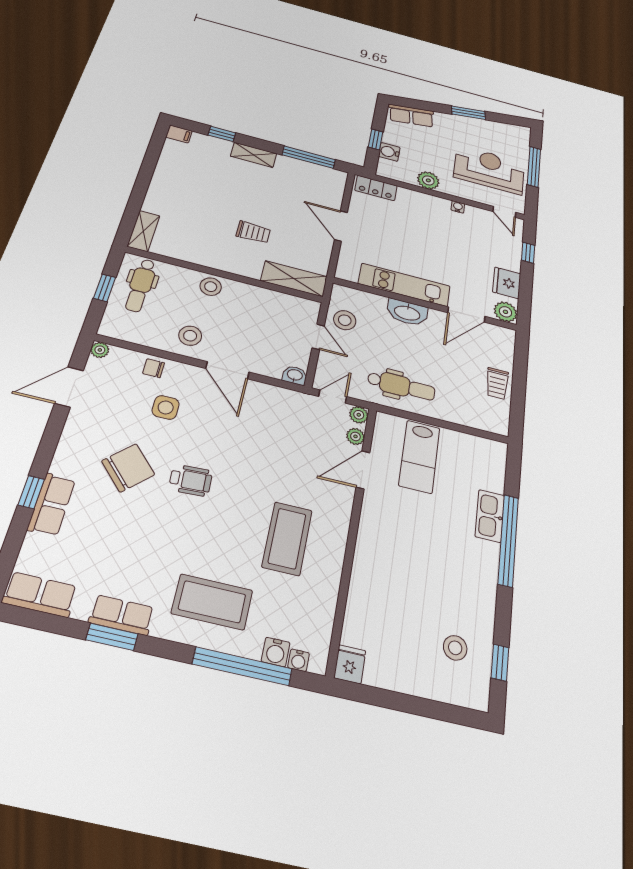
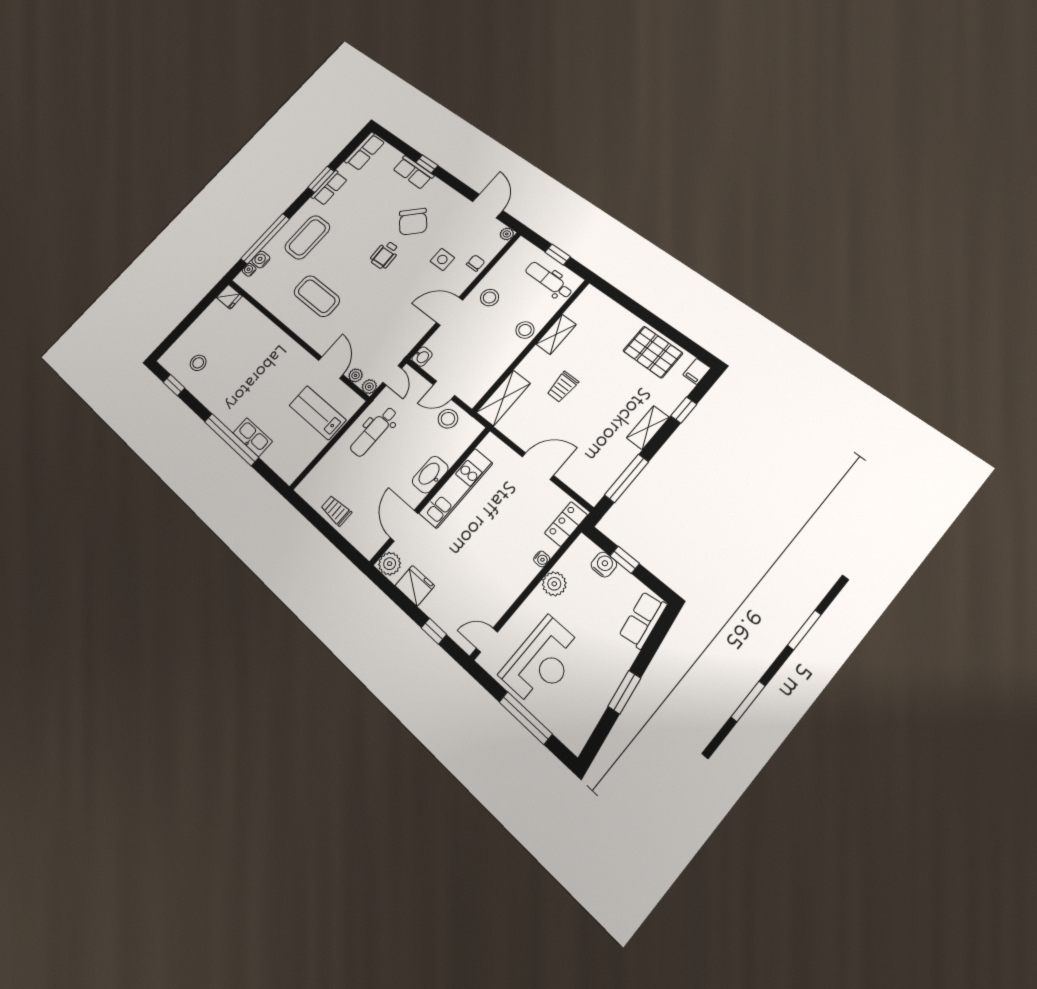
pallet: (177, 171) -> (653, 352), added
water cooler: (458, 207) -> (542, 559), moved
shelving: (144, 231) -> (556, 334), moved, turned 90

